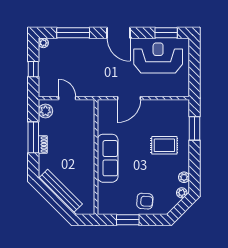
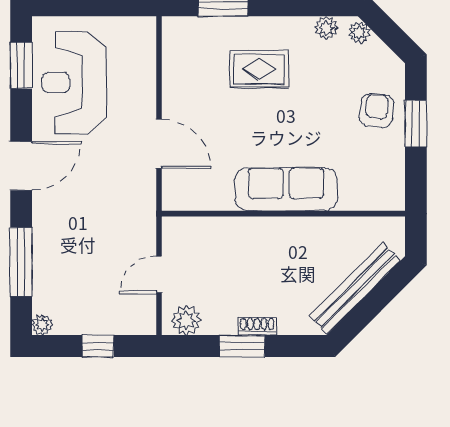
window: (33, 137) -> (242, 346), width x0.69
rug: (164, 145) -> (259, 69), turned 90
window: (128, 220) -> (416, 124), moved

